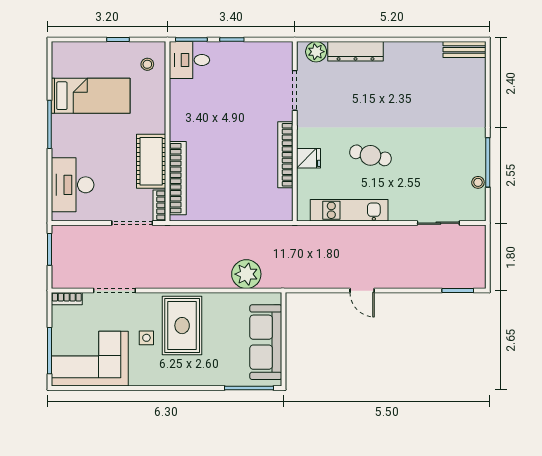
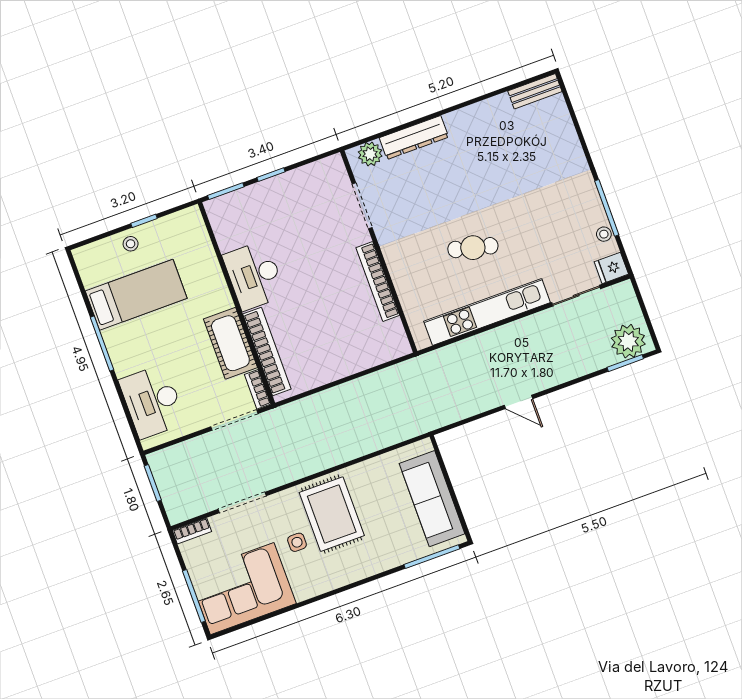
desk: (189, 60) -> (254, 275), moved, width x1.37
stool: (147, 64) -> (131, 244), moved
fridge: (309, 158) -> (611, 268), moved, turned 180
kitchen unit: (349, 210) -> (487, 312), width x1.36
plant: (246, 274) -> (628, 341), moved

